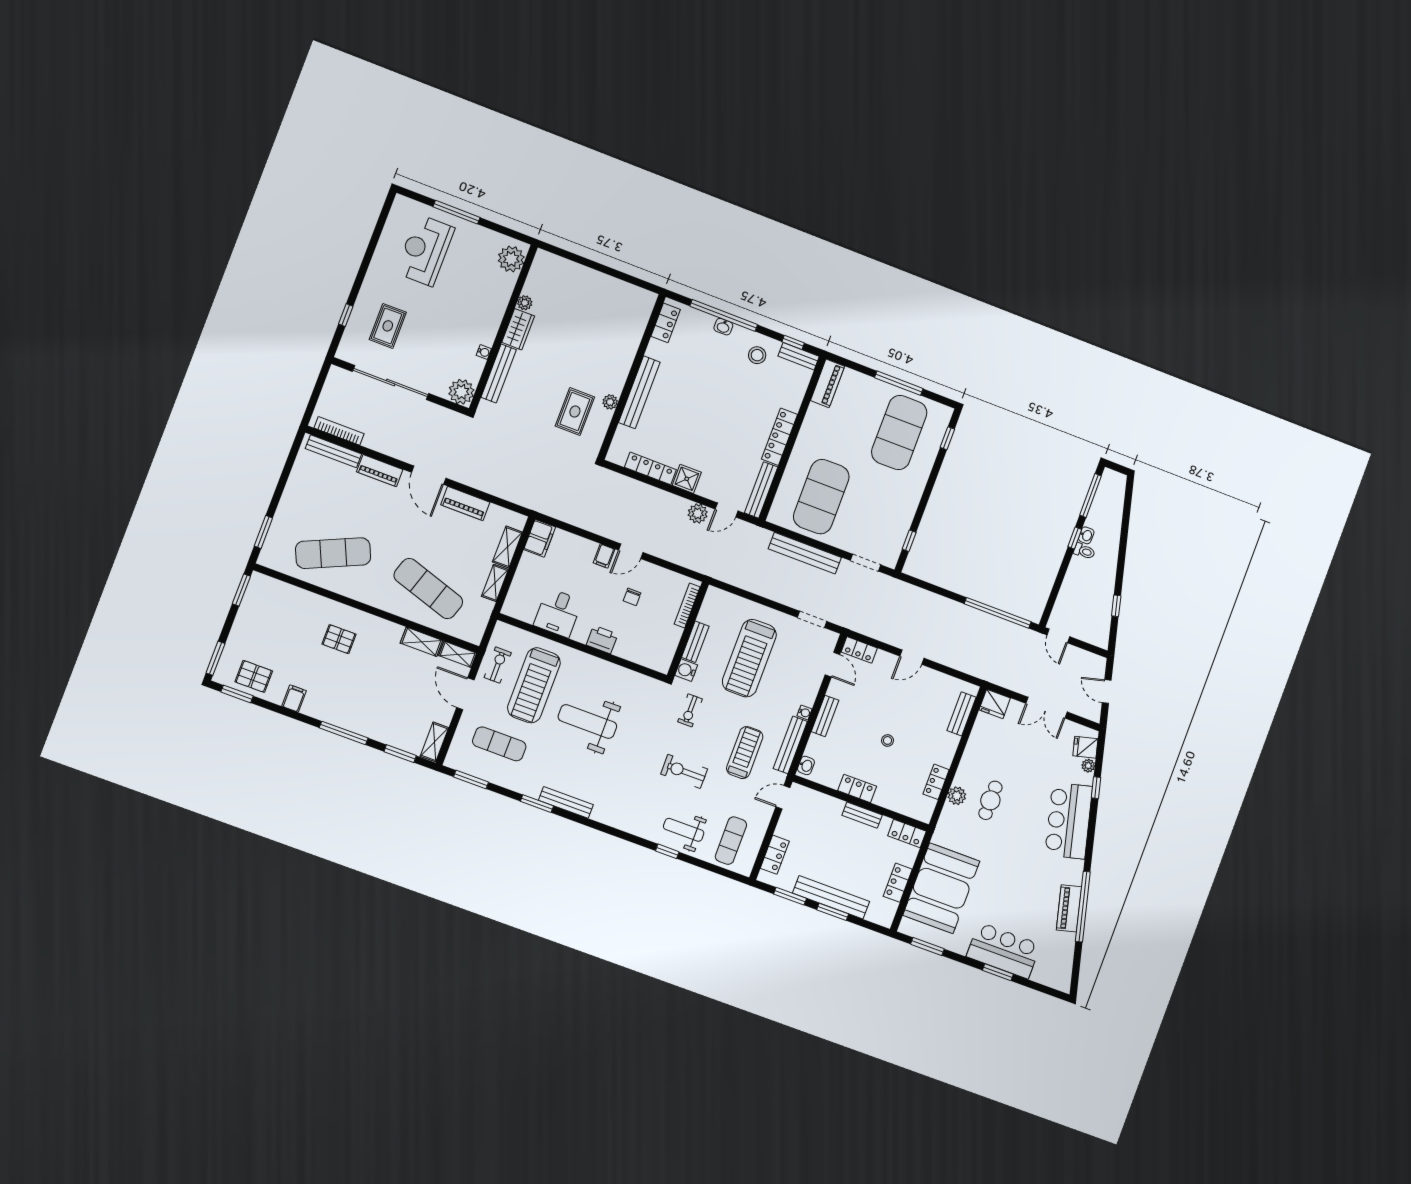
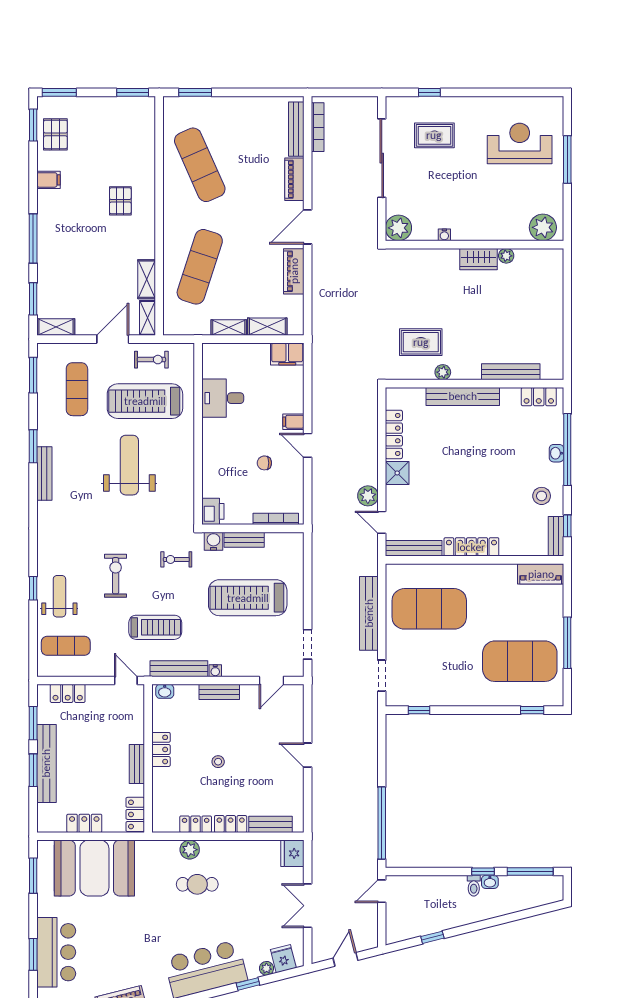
bench: (499, 373) -> (511, 372), moved
printer: (602, 640) -> (213, 511), moved
locker: (859, 650) -> (231, 824), moved, turned 90

